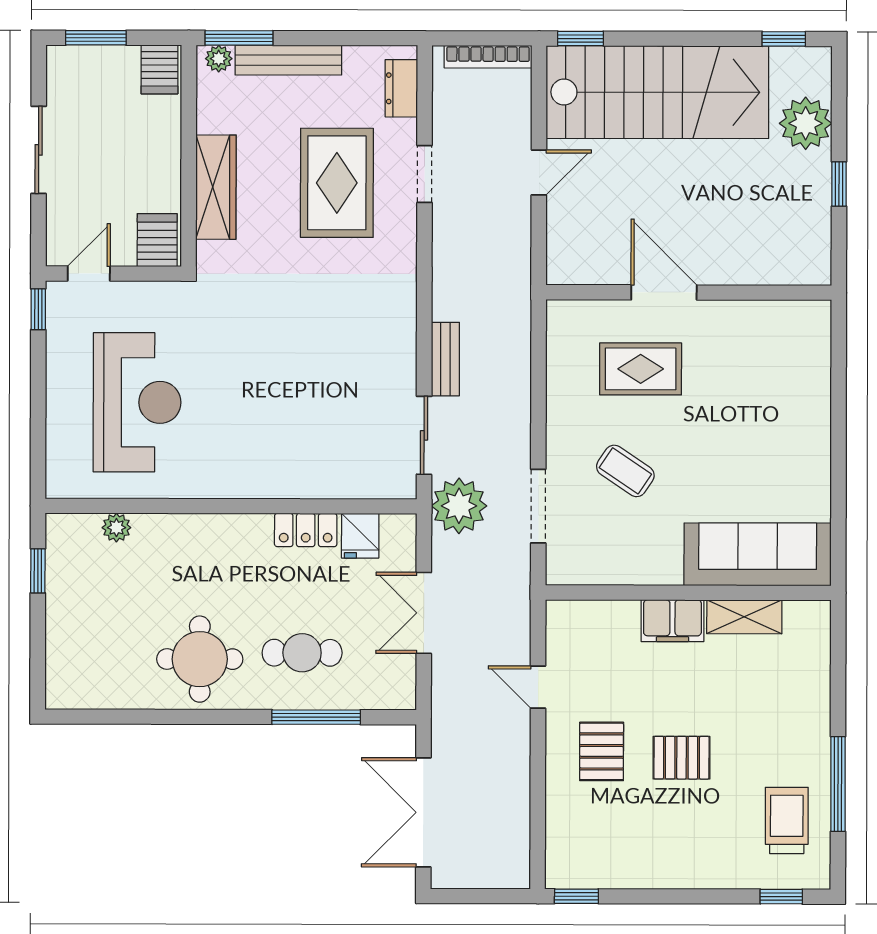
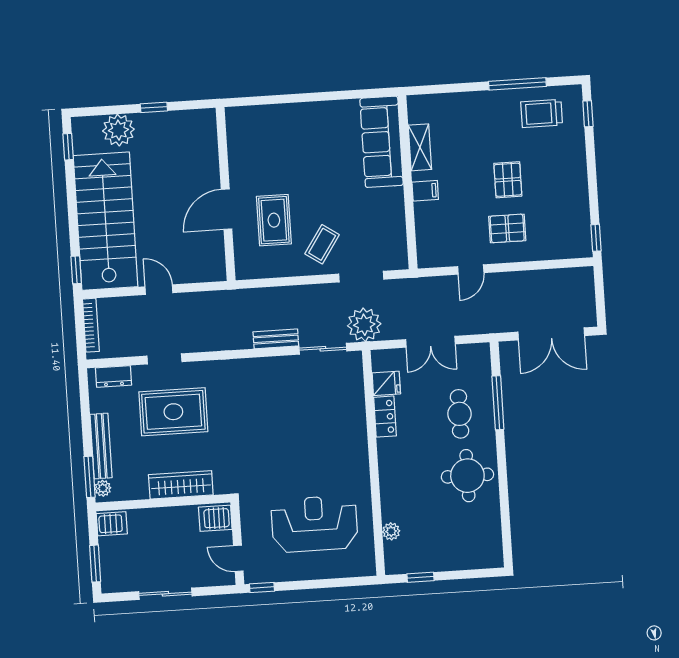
coffee table: (625, 471) -> (322, 244), moved
filing cabinet: (672, 621) -> (425, 191), width x0.50

